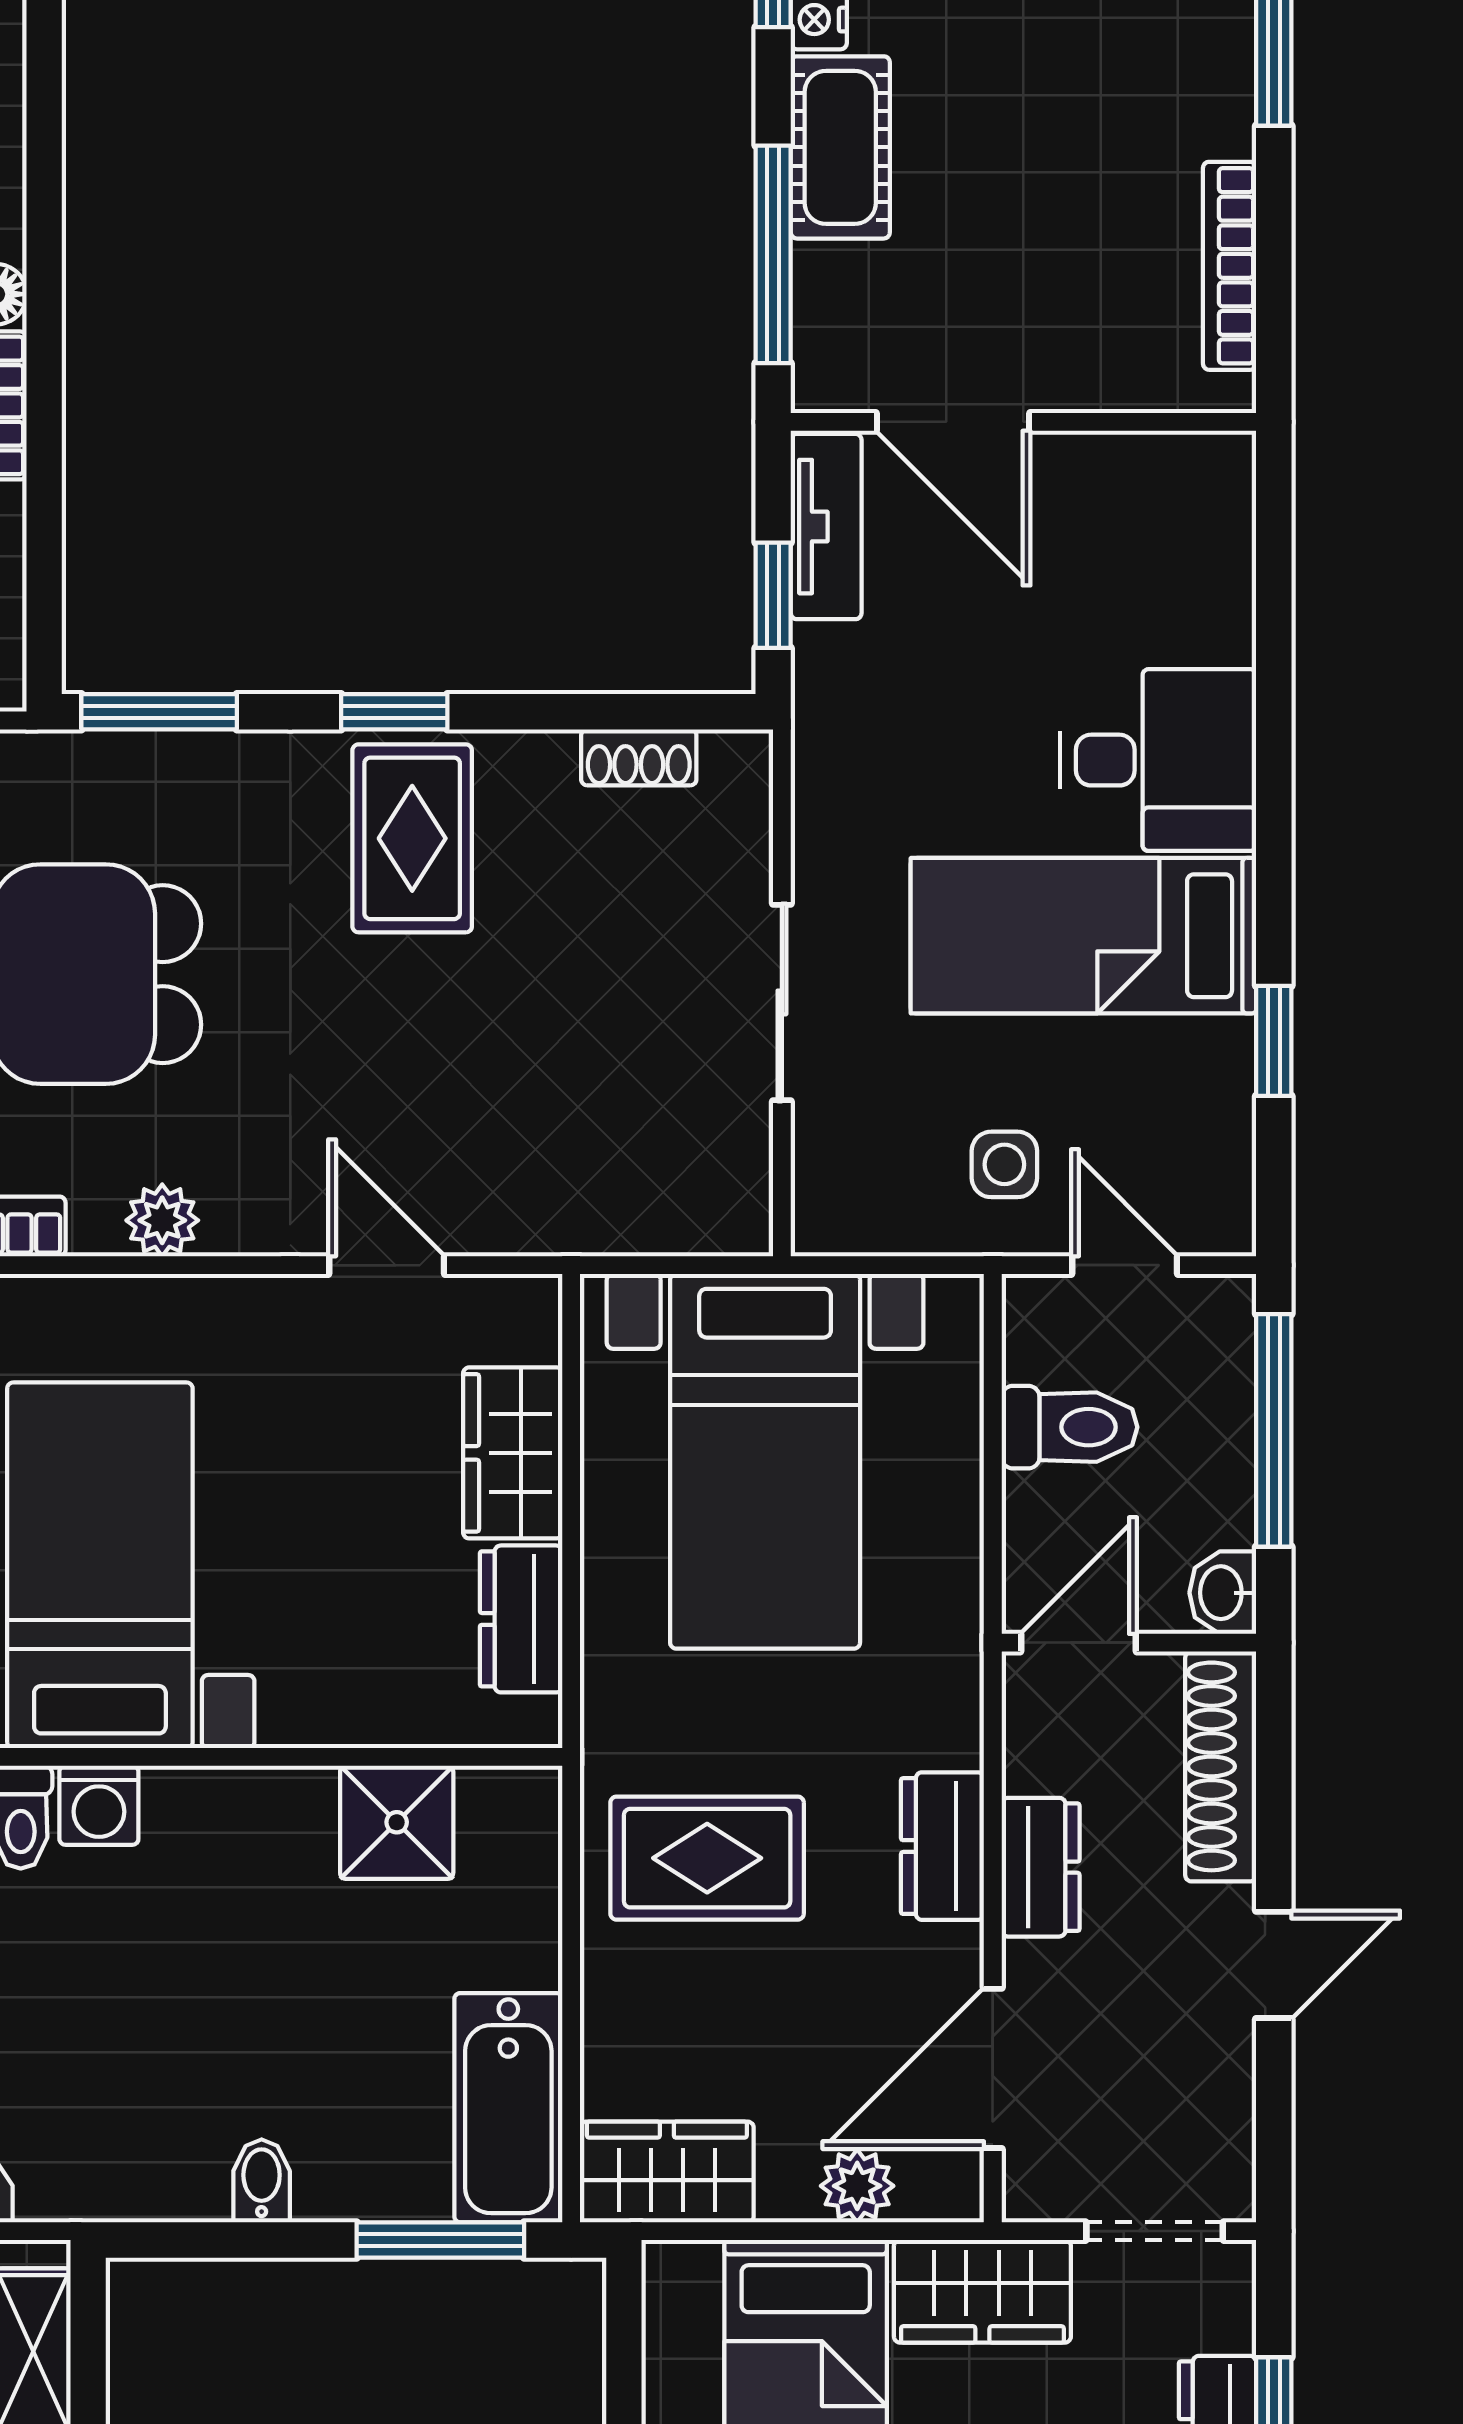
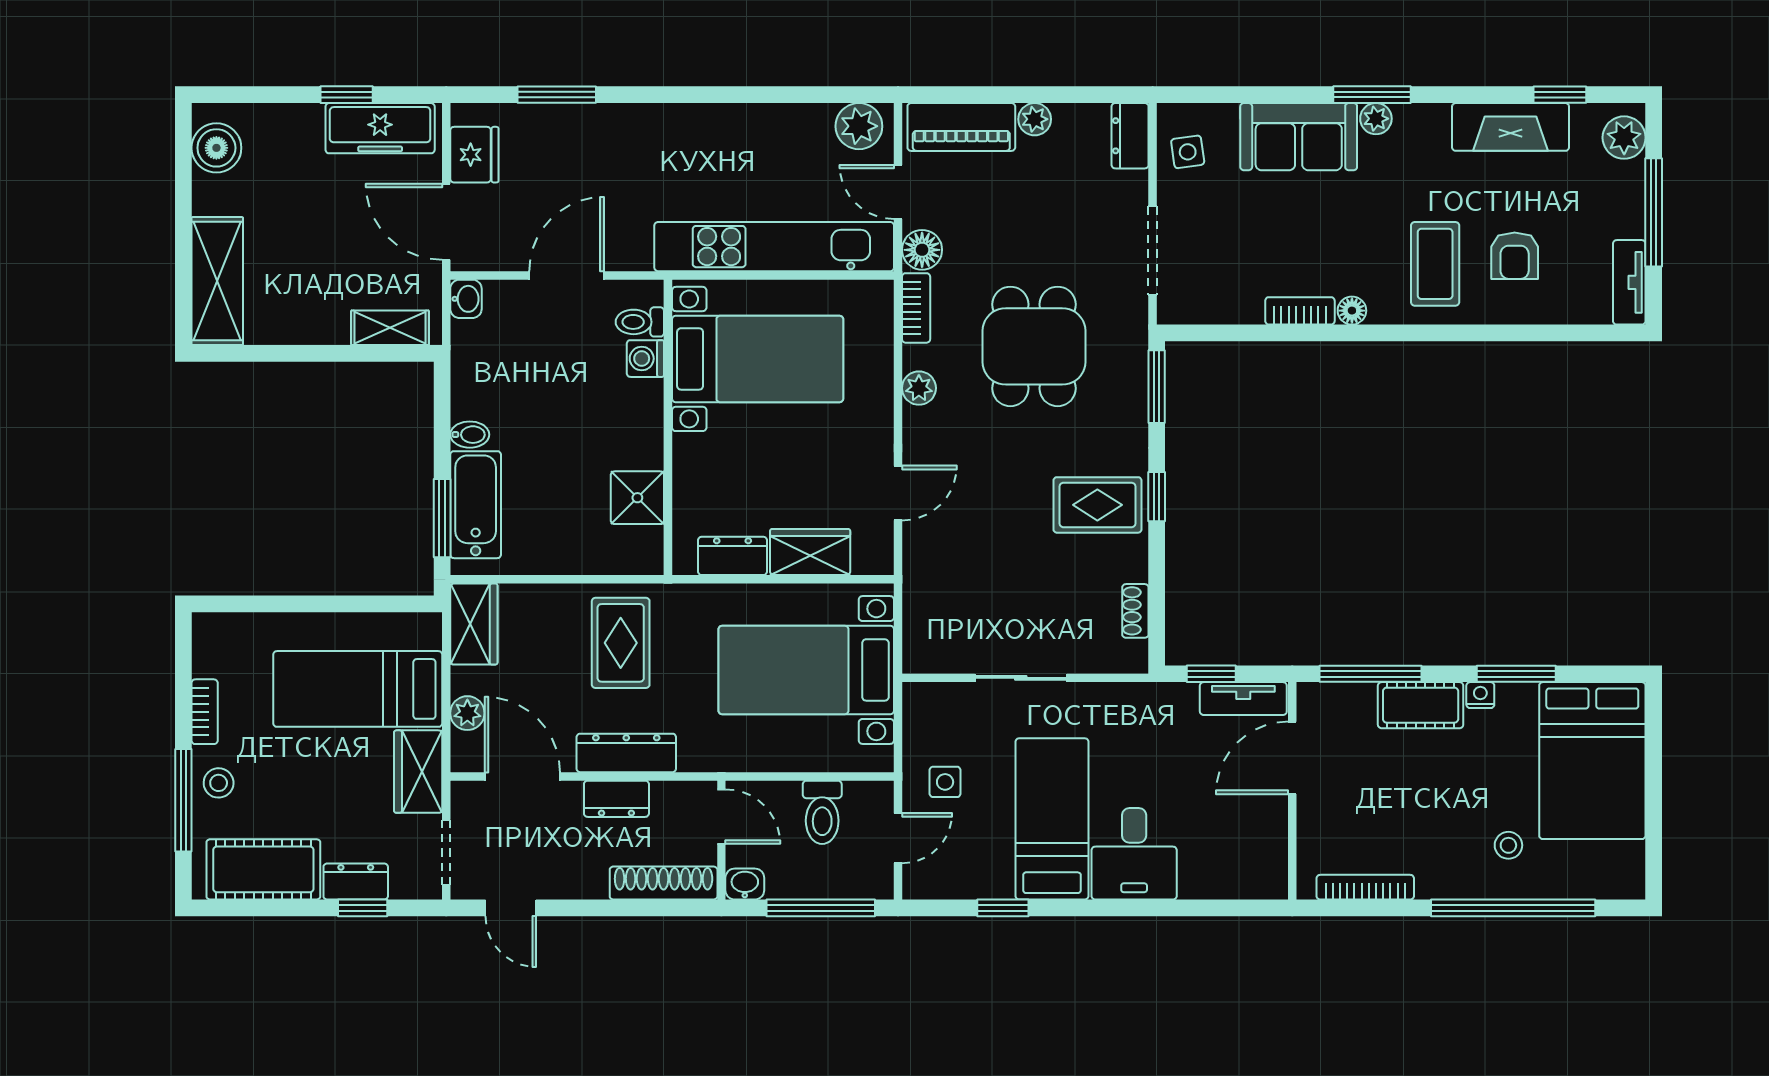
dresser: (942, 1846) -> (626, 753), width x1.44
door: (1274, 1965) -> (511, 908), moved
bathtub: (508, 2108) -> (476, 505), moved, turned 90

